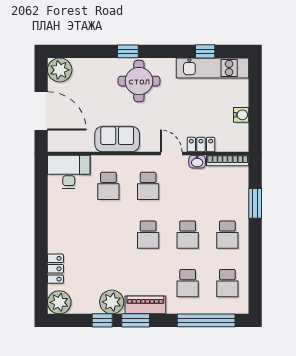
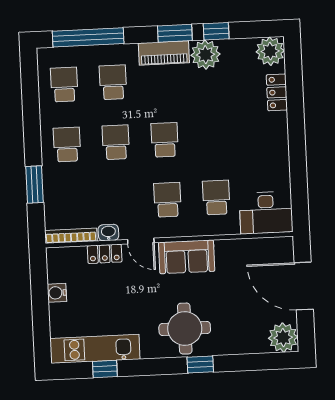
sofa: (117, 139) -> (187, 257), moved

